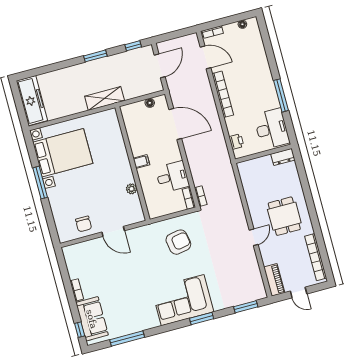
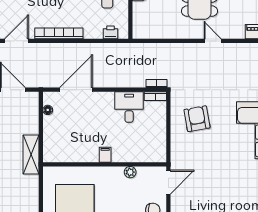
filing cabinet: (141, 162) -> (105, 155), moved
wall: (132, 163) -> (105, 164), moved
plant: (132, 189) -> (130, 172), moved

